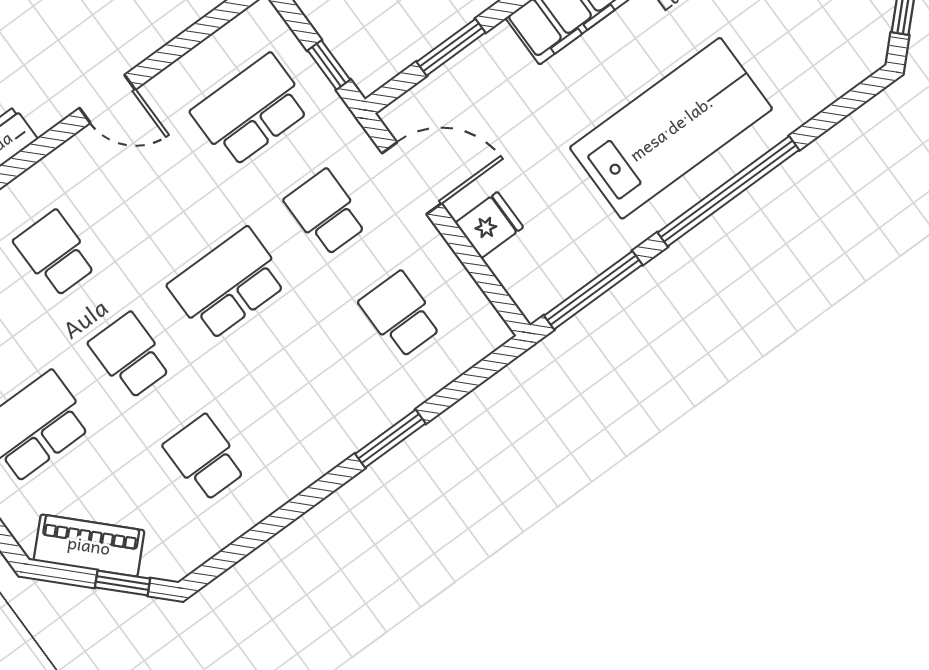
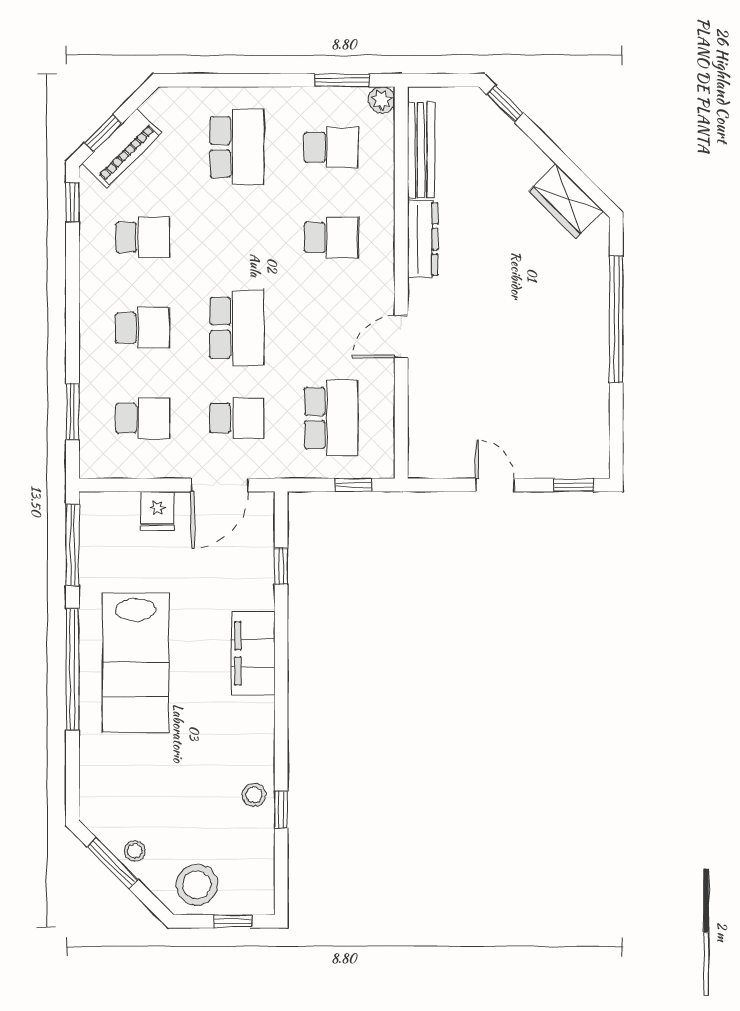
window: (451, 47) -> (281, 566), width x0.67
window: (329, 65) -> (353, 485), moved
school desk: (130, 356) -> (143, 328), moved
window: (390, 439) -> (72, 412), moved
piano: (89, 545) -> (122, 148), moved
window: (222, 562) -> (72, 202), added

